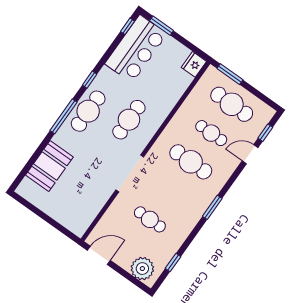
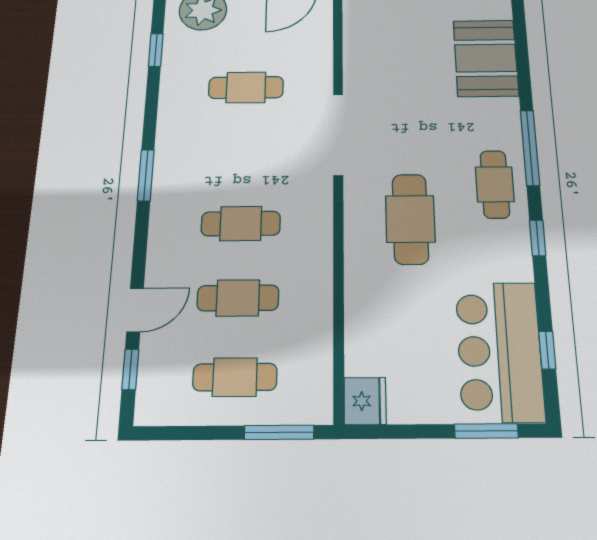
window: (128, 26) -> (547, 350), moved
cafe table: (232, 104) -> (235, 377), width x0.73, depth x0.74
cafe table: (88, 111) -> (495, 184), width x0.73, depth x0.74
cafe table: (191, 162) -> (241, 224), width x0.73, depth x0.74

